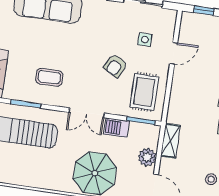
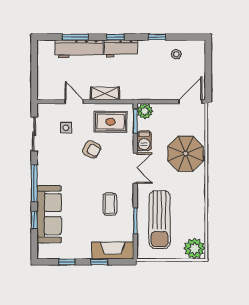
window: (204, 11) -> (34, 81), removed
shelving: (171, 141) -> (105, 93), moved
plant: (147, 157) -> (145, 111), moved

